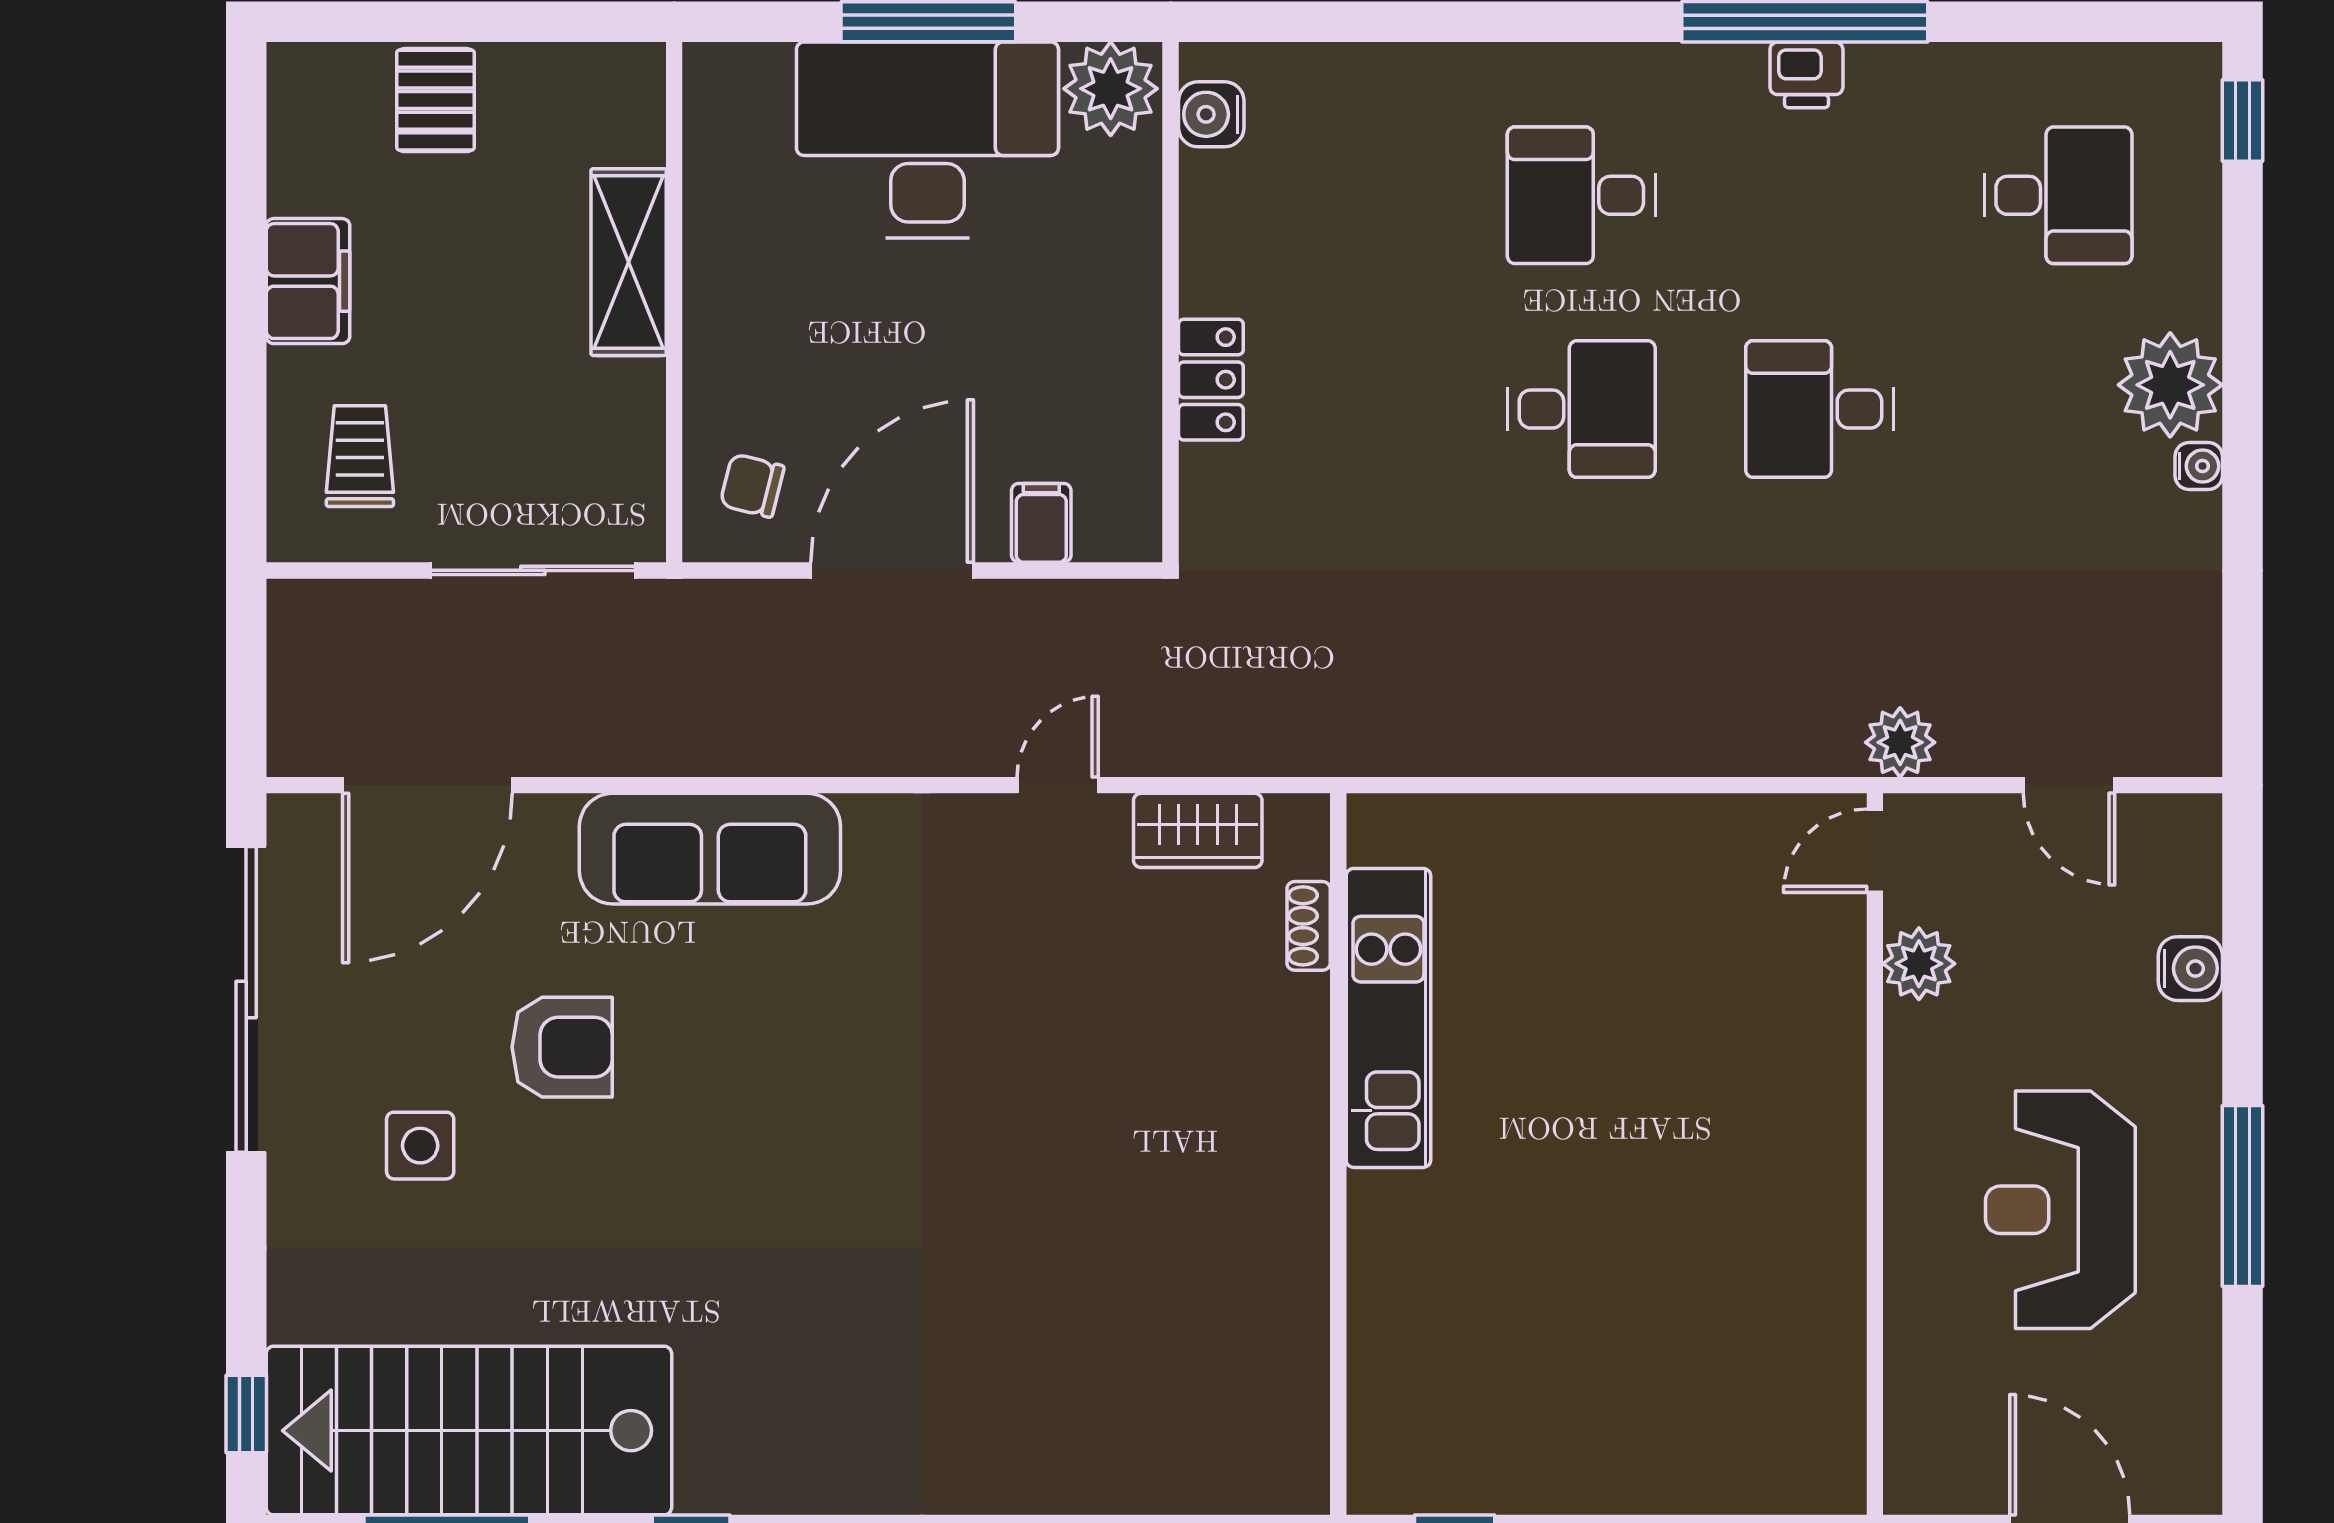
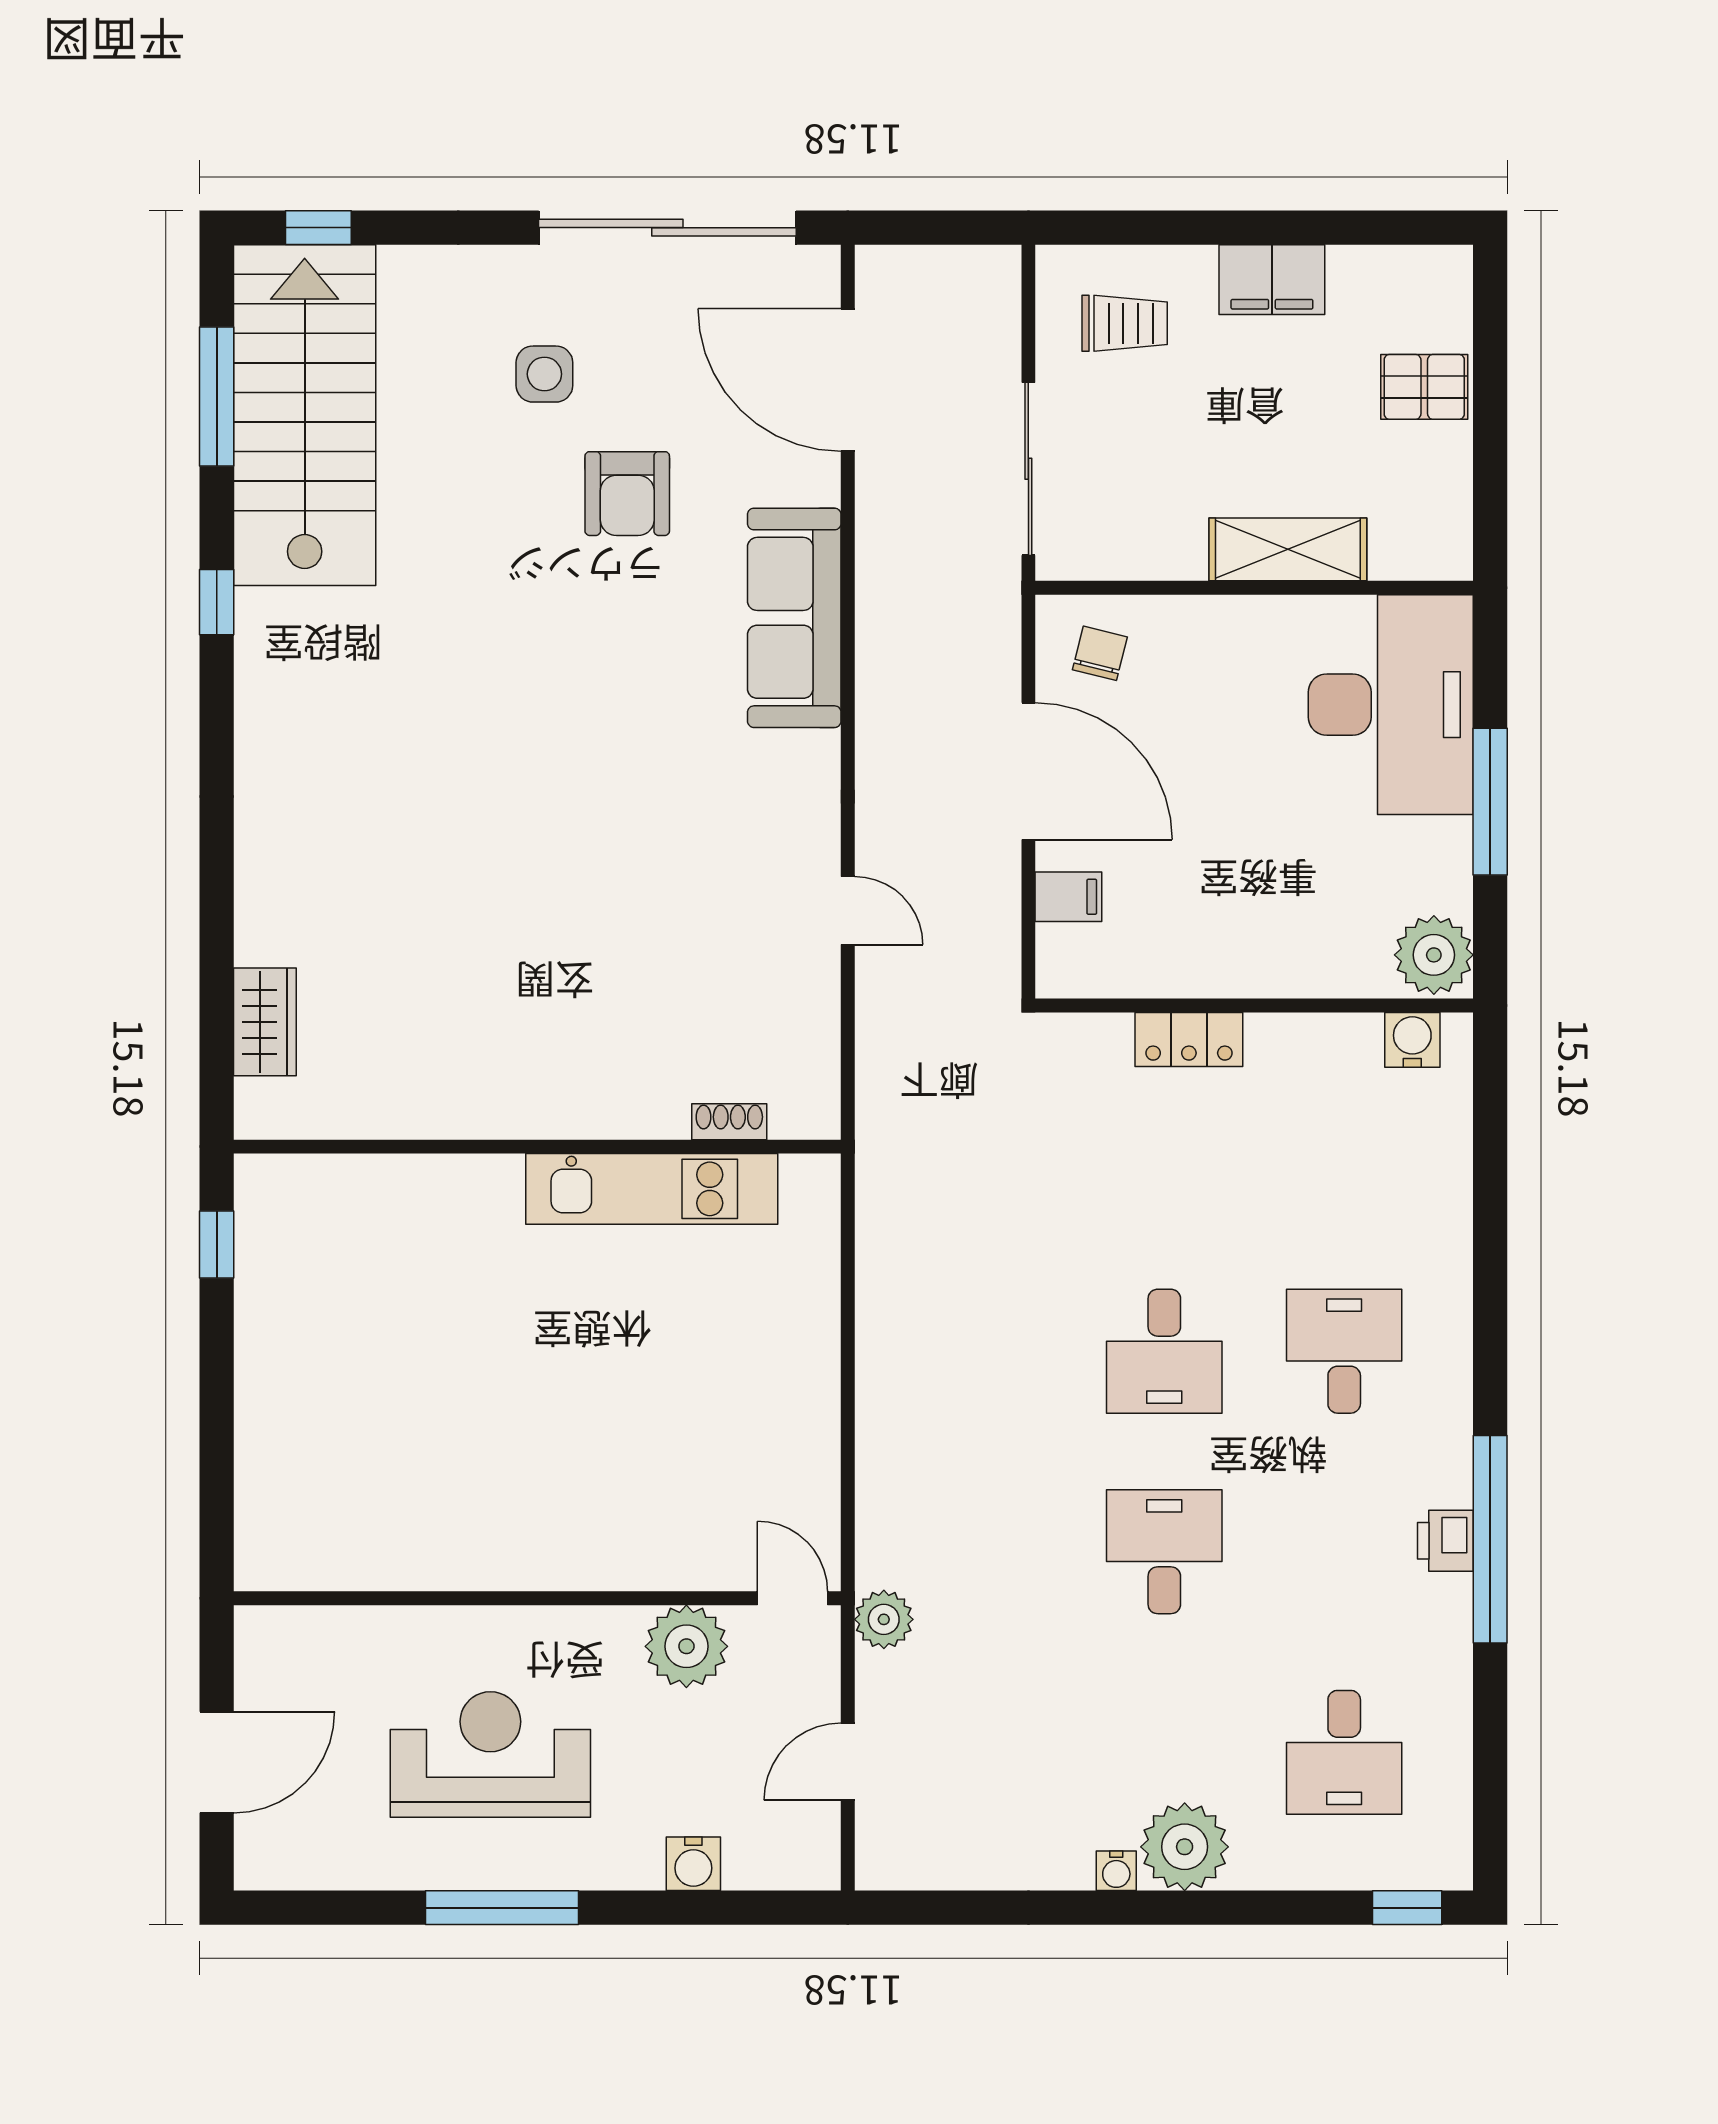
desk: (927, 140) -> (1391, 705), moved
wardrobe: (1198, 830) -> (265, 1022), moved, turned 180
plant: (1919, 964) -> (686, 1646), width x1.36, depth x1.36

